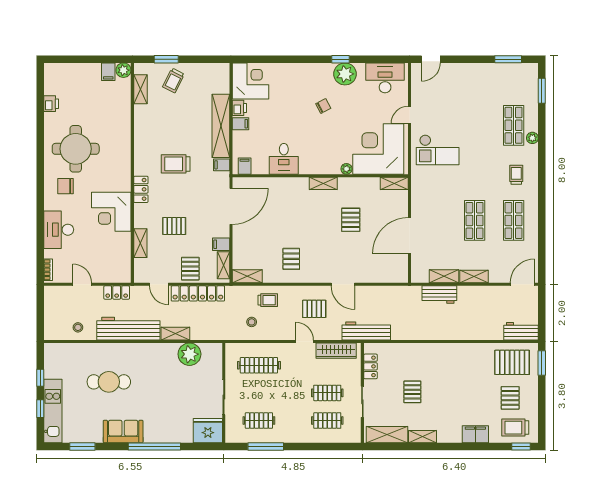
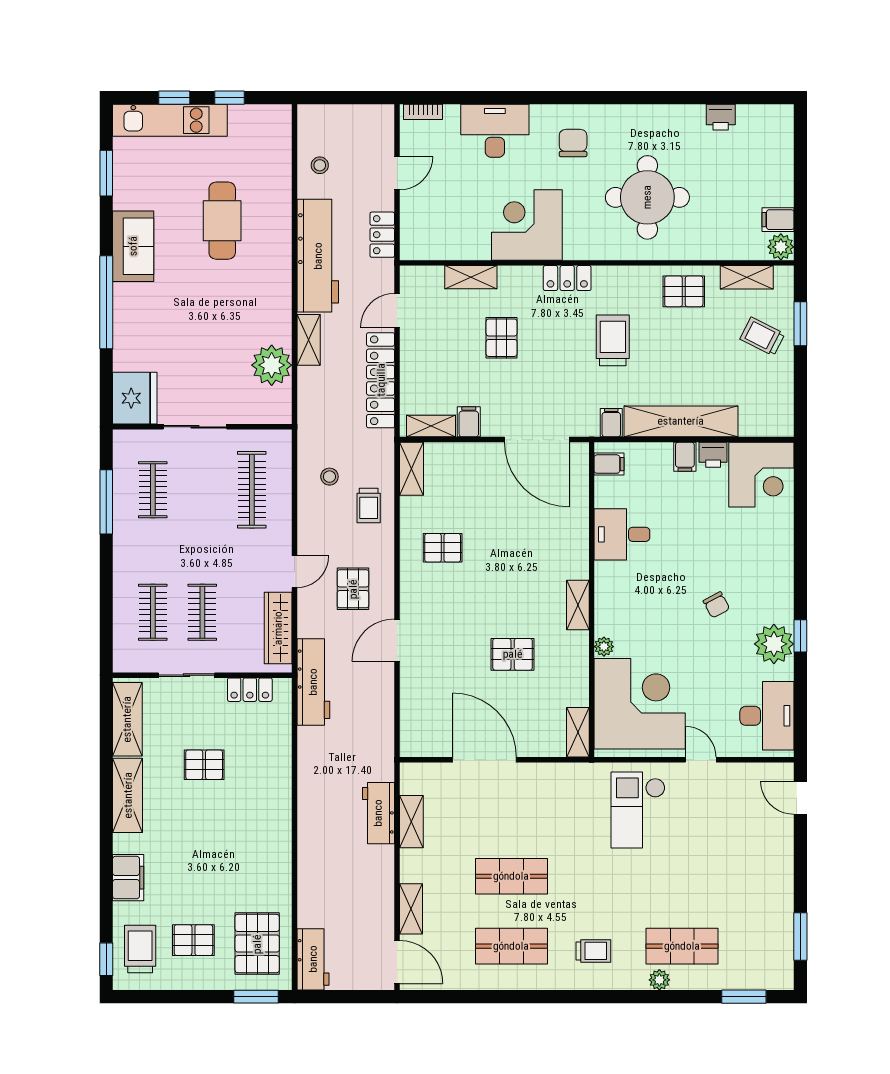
round table: (76, 149) -> (647, 197), moved
pallet: (190, 269) -> (684, 291), moved
shelving: (474, 277) -> (411, 909), moved
shelving: (423, 437) -> (128, 795), width x1.50, depth x1.33

